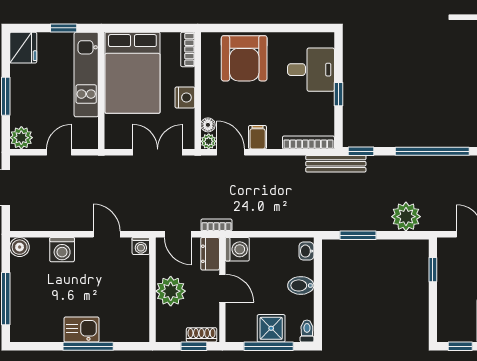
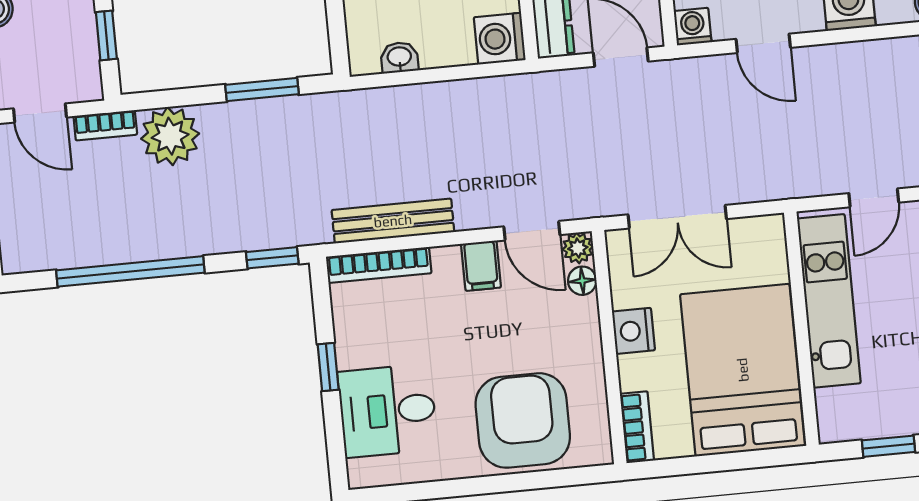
kitchen unit: (86, 74) -> (829, 301), moved
bench: (336, 164) -> (393, 221), moved
bookcase: (216, 225) -> (105, 125), moved
washbasin: (306, 251) -> (399, 57), moved, turned -90

